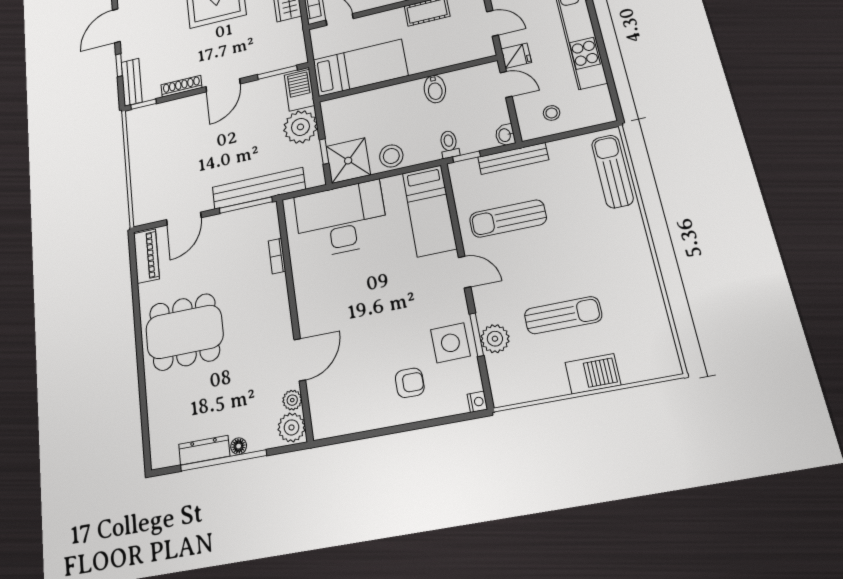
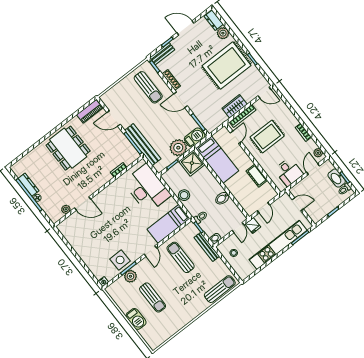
sun lounger: (169, 131) -> (148, 87), added
shower: (348, 161) -> (192, 163), moved
armchair: (410, 383) -> (97, 252), removed
plant: (291, 427) -> (56, 215), removed

